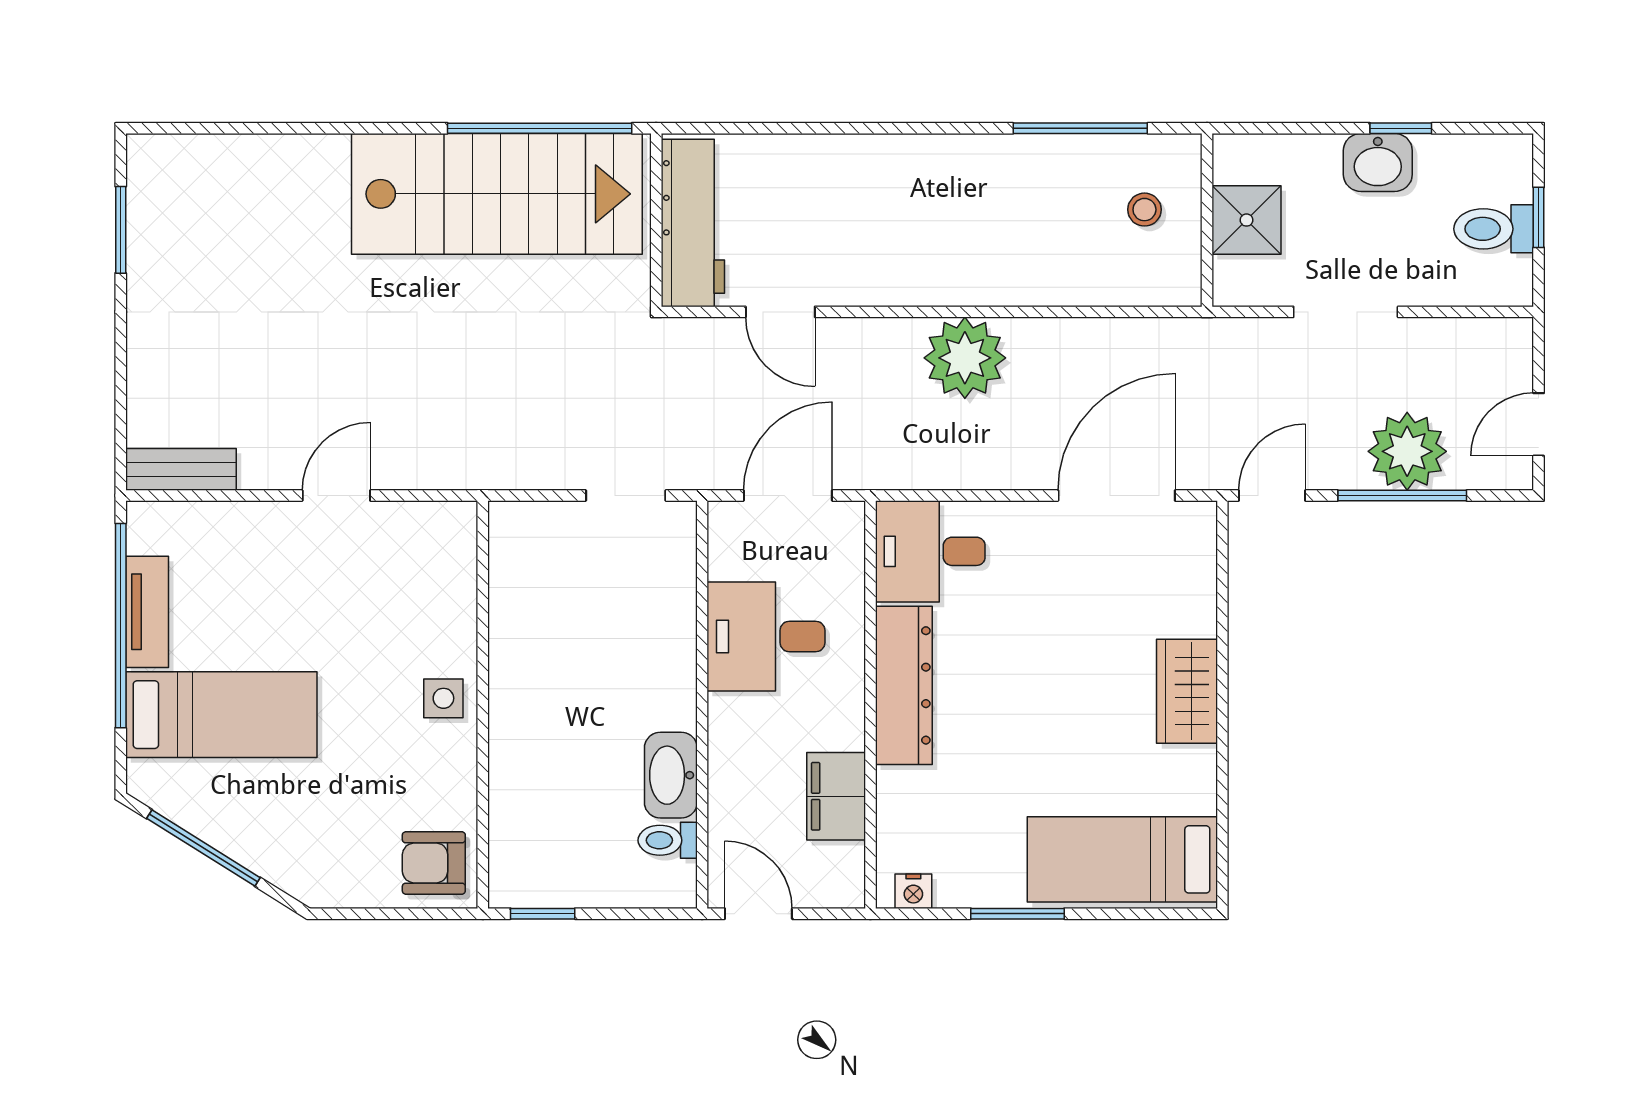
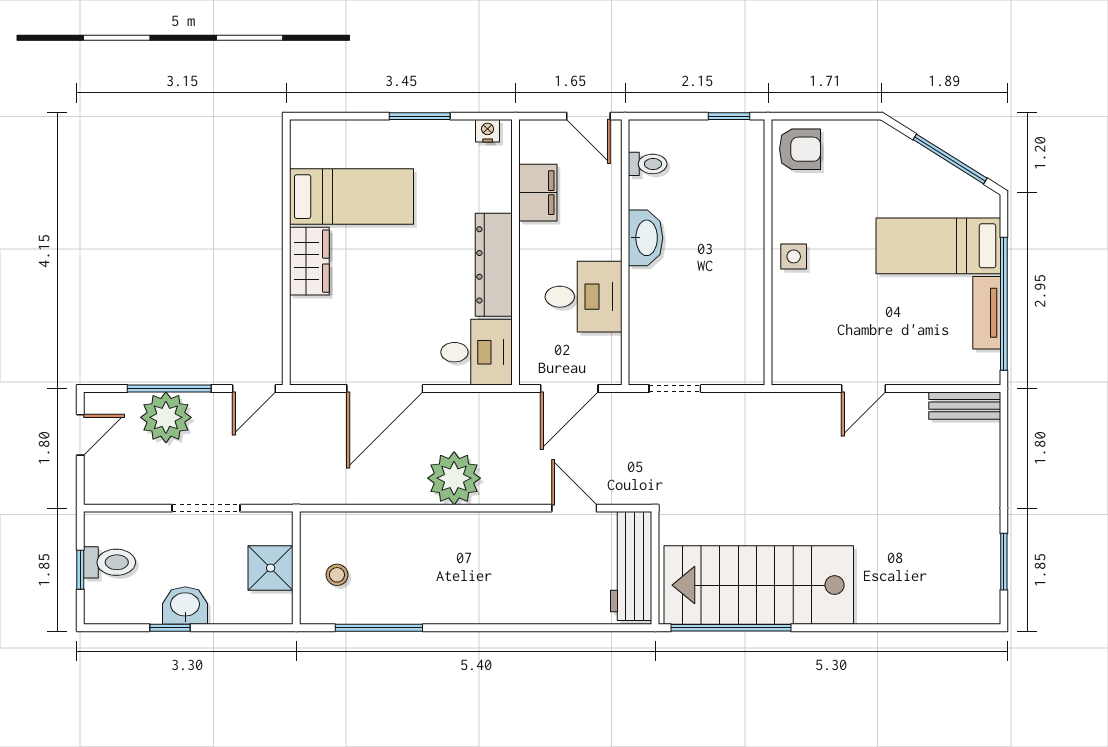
door: (1117, 495) -> (385, 389), moved
washbasin: (671, 775) -> (646, 238), moved
bed: (1122, 859) -> (351, 197), moved

